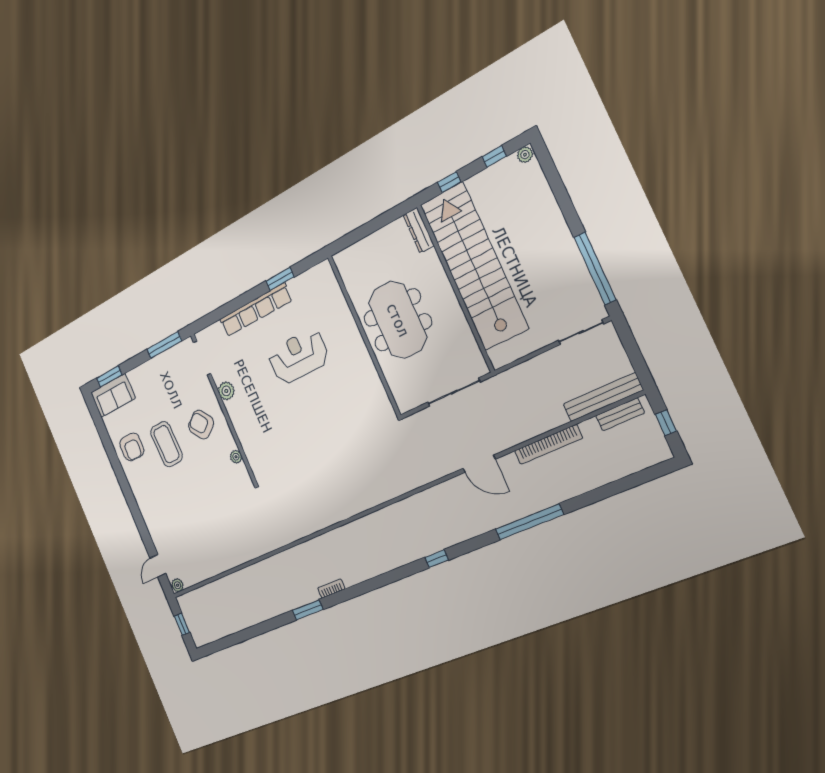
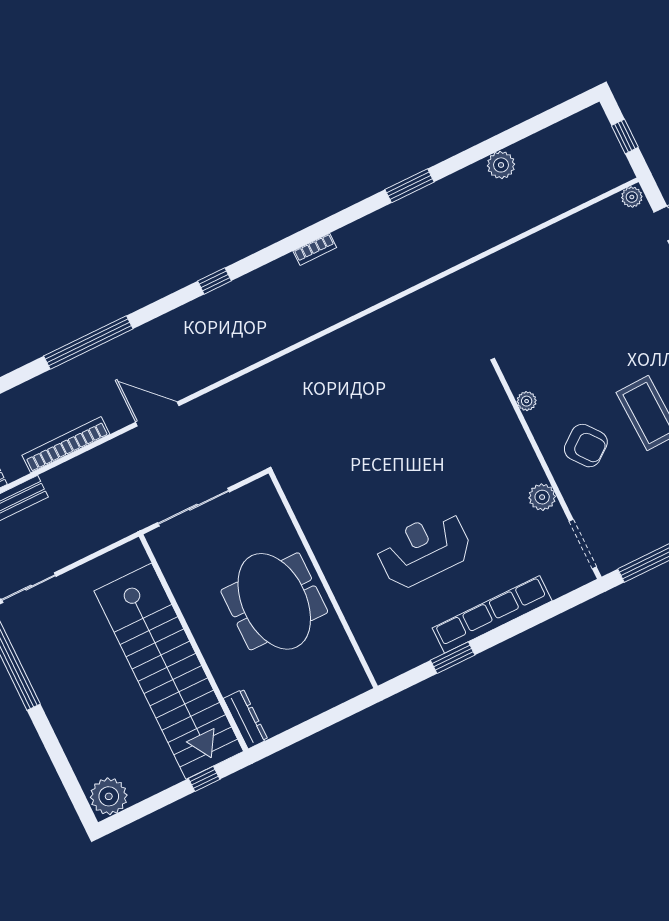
plant: (525, 155) -> (109, 796), width x1.88, depth x1.88
window: (494, 156) -> (144, 808), removed
reception desk: (298, 356) -> (424, 549), turned 180
bookcase: (331, 589) -> (315, 249), moved
plant: (252, 616) -> (501, 165), added

